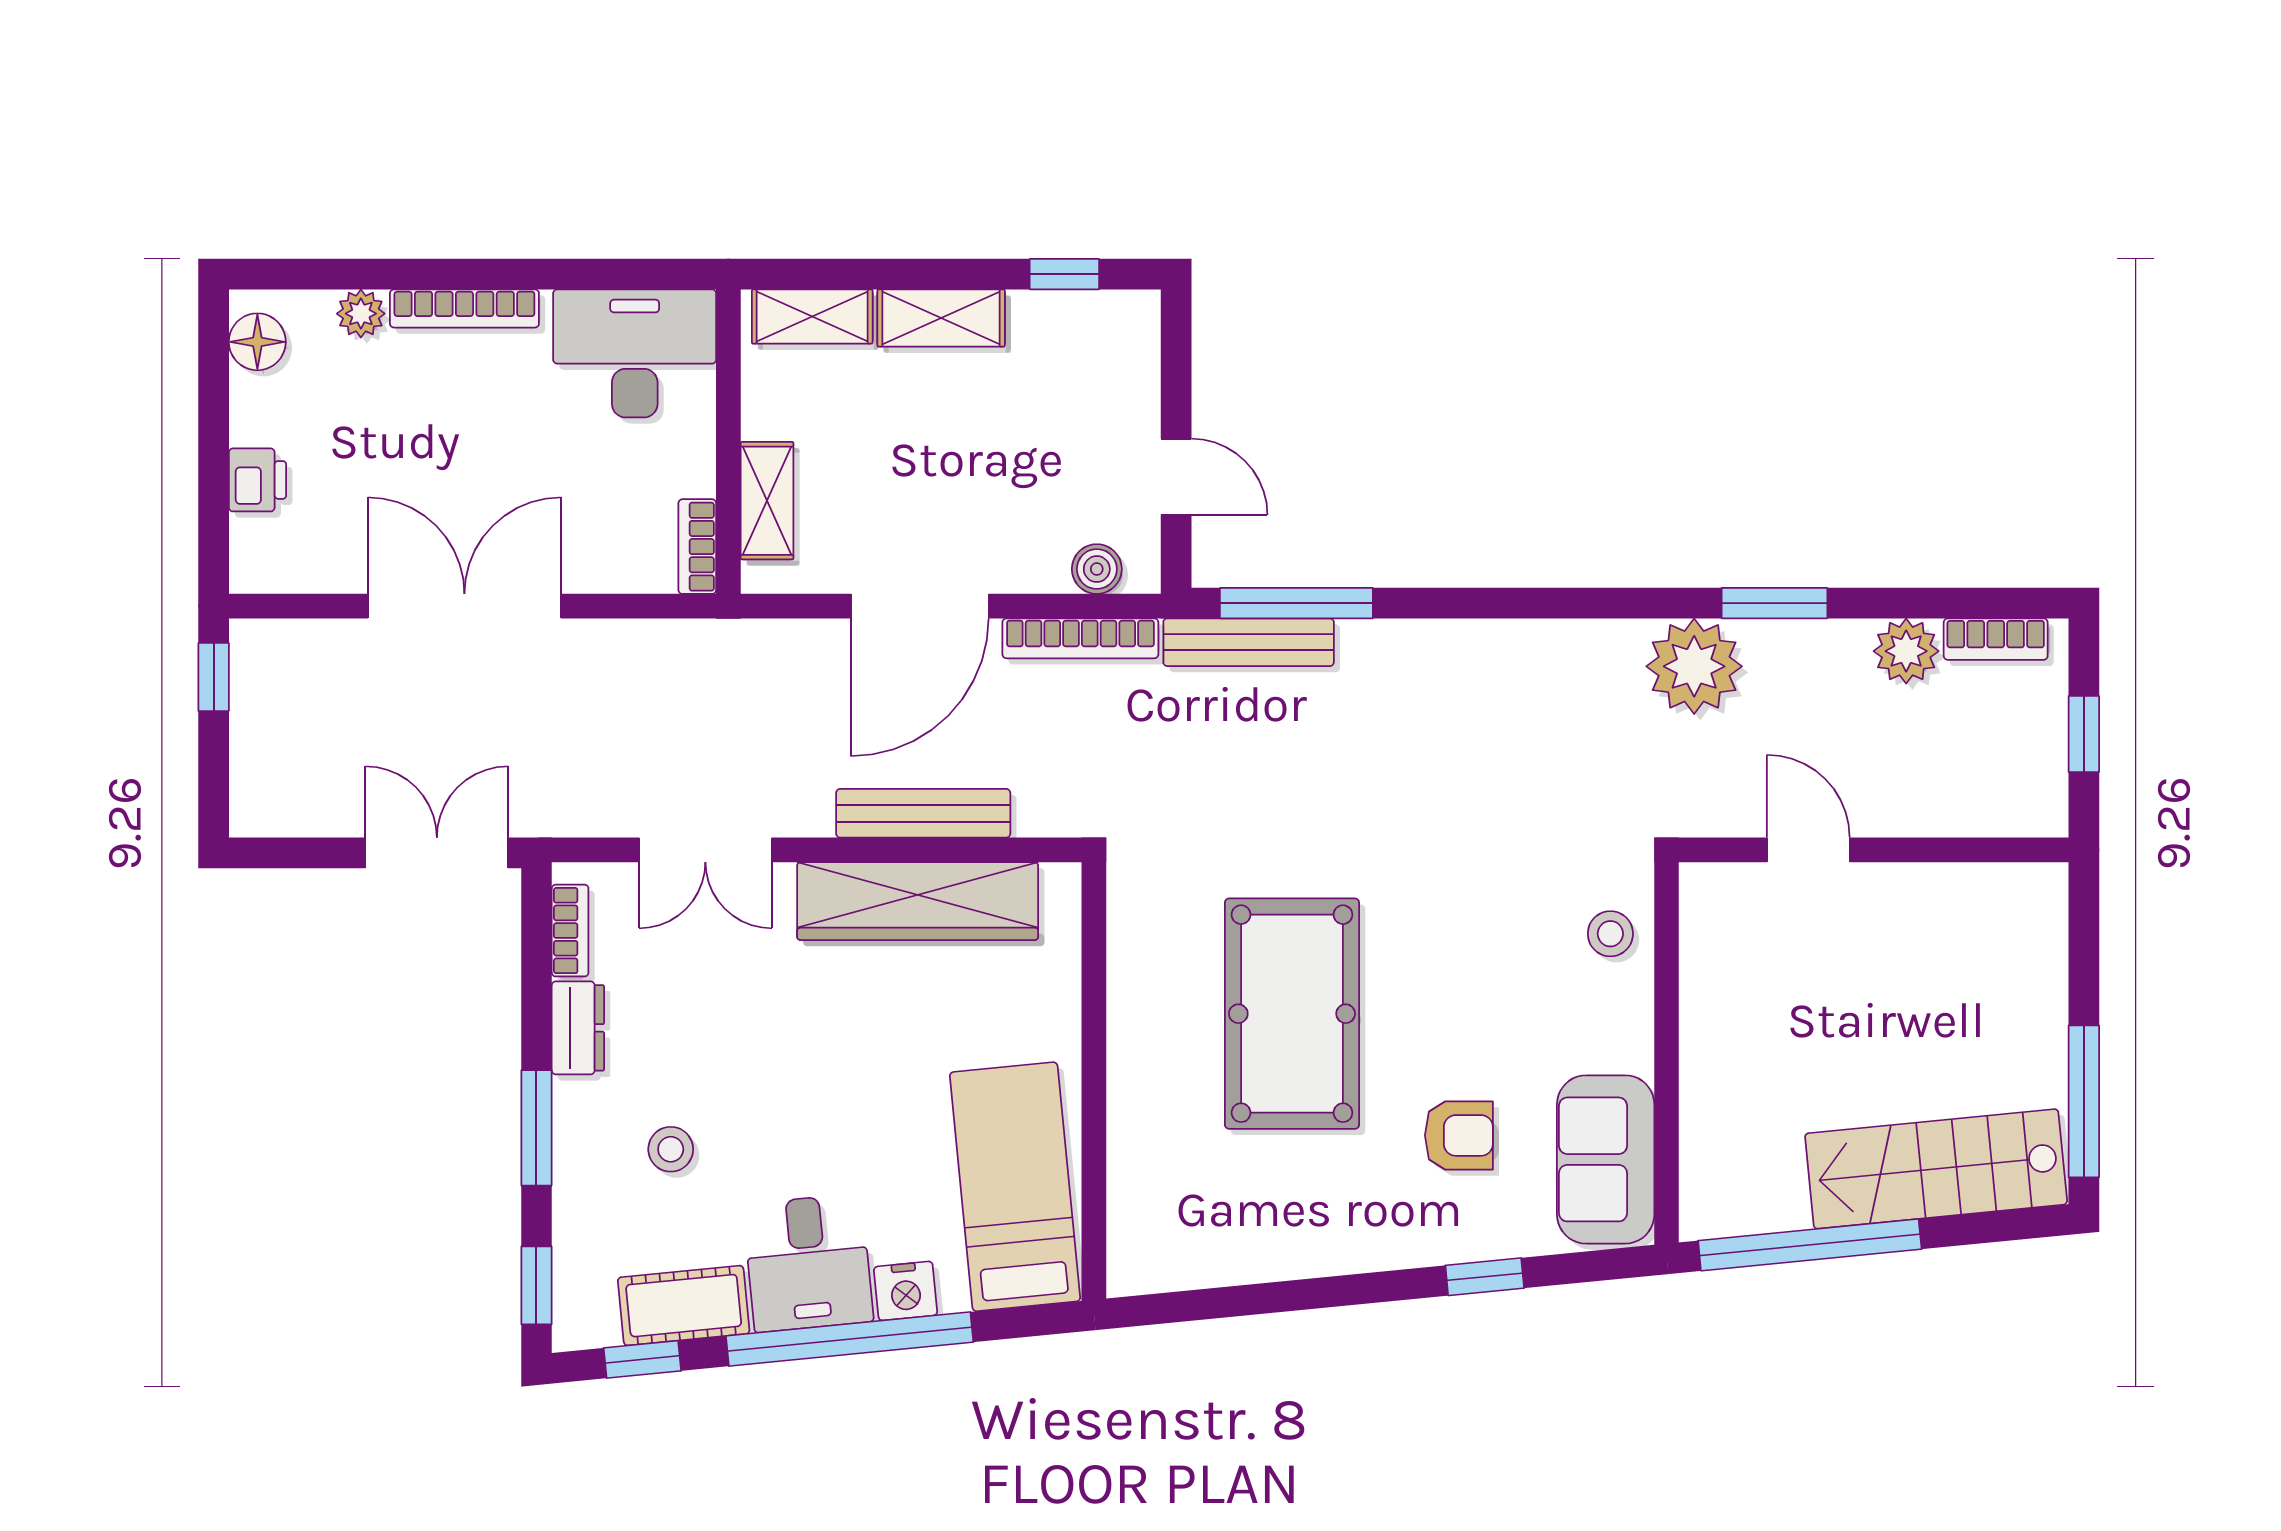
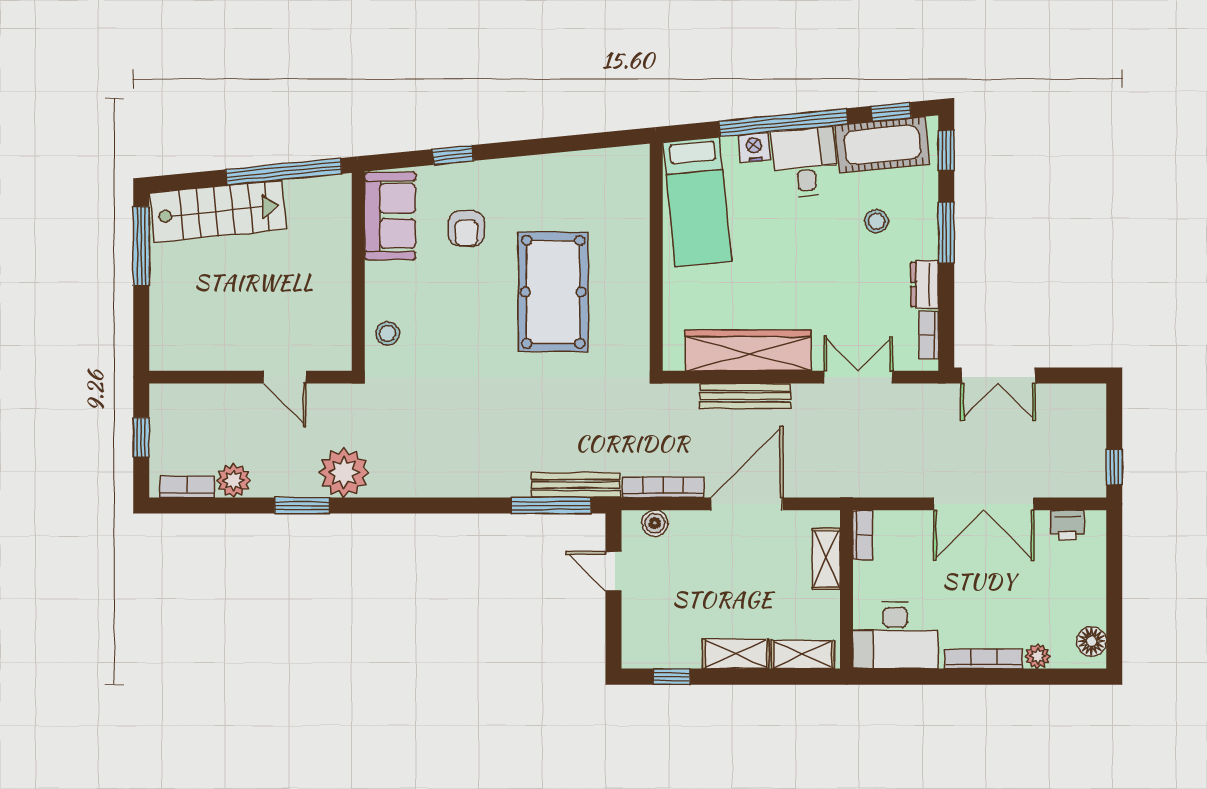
printer: (258, 480) -> (1067, 525), moved, turned -90
armchair: (1459, 1135) -> (466, 228), turned -90
cot: (684, 1306) -> (882, 145), width x1.37, depth x1.34

